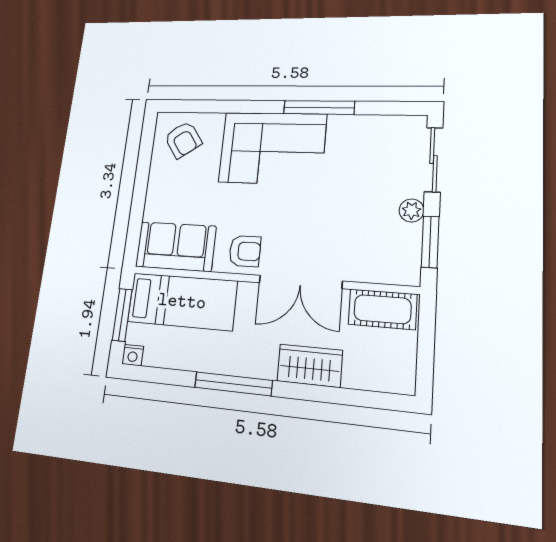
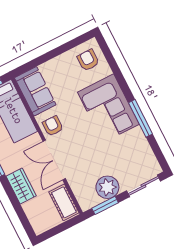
armchair: (183, 140) -> (88, 60), turned 125
plant: (412, 210) -> (107, 187), width x1.88, depth x1.88
armchair: (245, 251) -> (53, 126), turned 180

